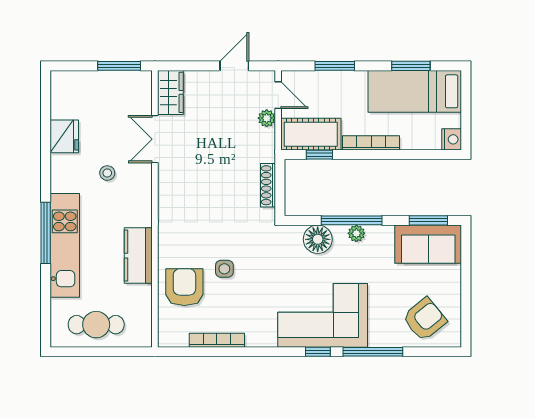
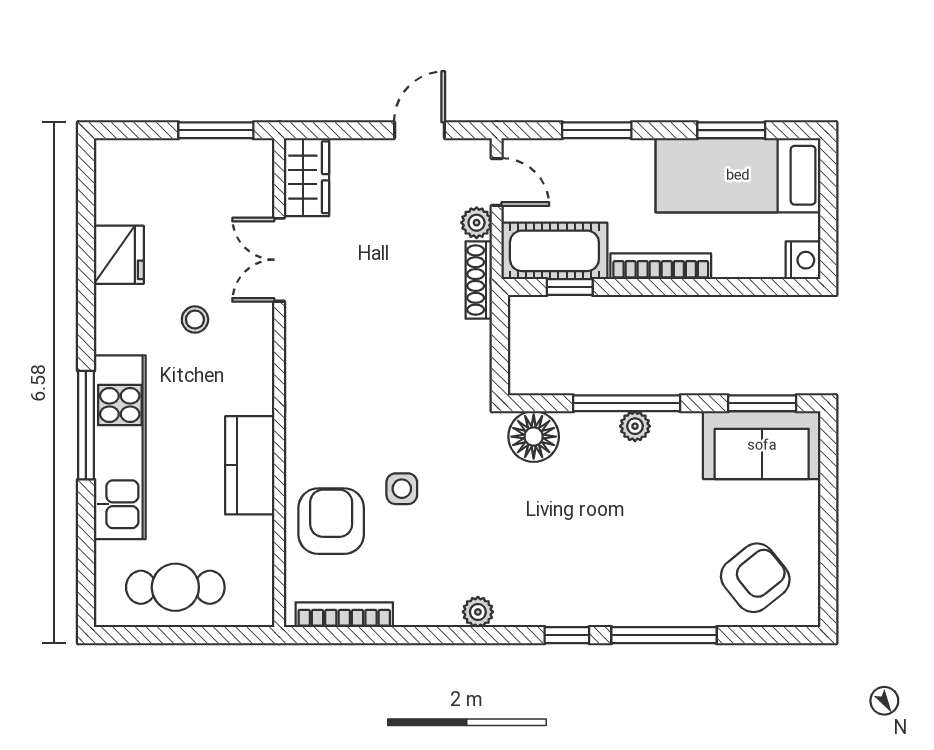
shoe rack: (268, 185) -> (479, 280), moved
floor lamp: (318, 239) -> (534, 437), moved
corner sofa: (323, 315) -> (575, 571), removed
plant: (267, 339) -> (478, 612), added
bookcase: (217, 340) -> (344, 615), moved

